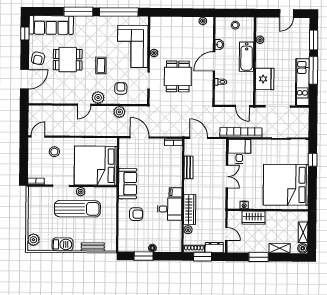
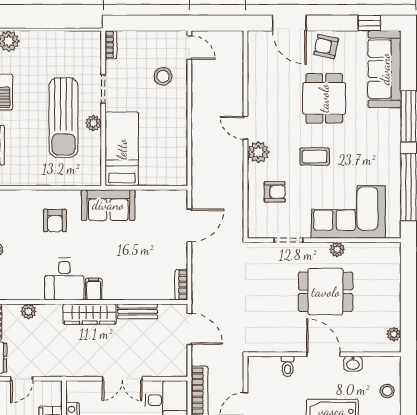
dining table: (178, 76) -> (326, 292), moved
plant: (119, 112) -> (233, 190), removed
door: (199, 138) -> (189, 329), hinge flipped
bed: (96, 166) -> (122, 149), width x0.49
wardrobe: (190, 209) -> (90, 314), moved

